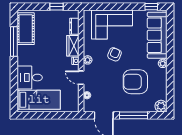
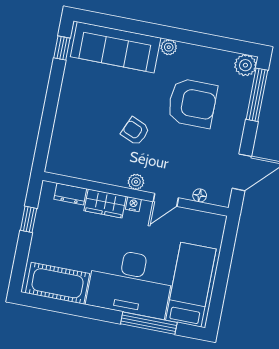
corner sofa: (112, 24) -> (80, 125), removed
window: (14, 41) -> (149, 323), moved
desk: (30, 78) -> (130, 283), width x1.87, depth x1.30
armchair: (135, 82) -> (192, 103), turned -90
window: (133, 115) -> (257, 95), moved

